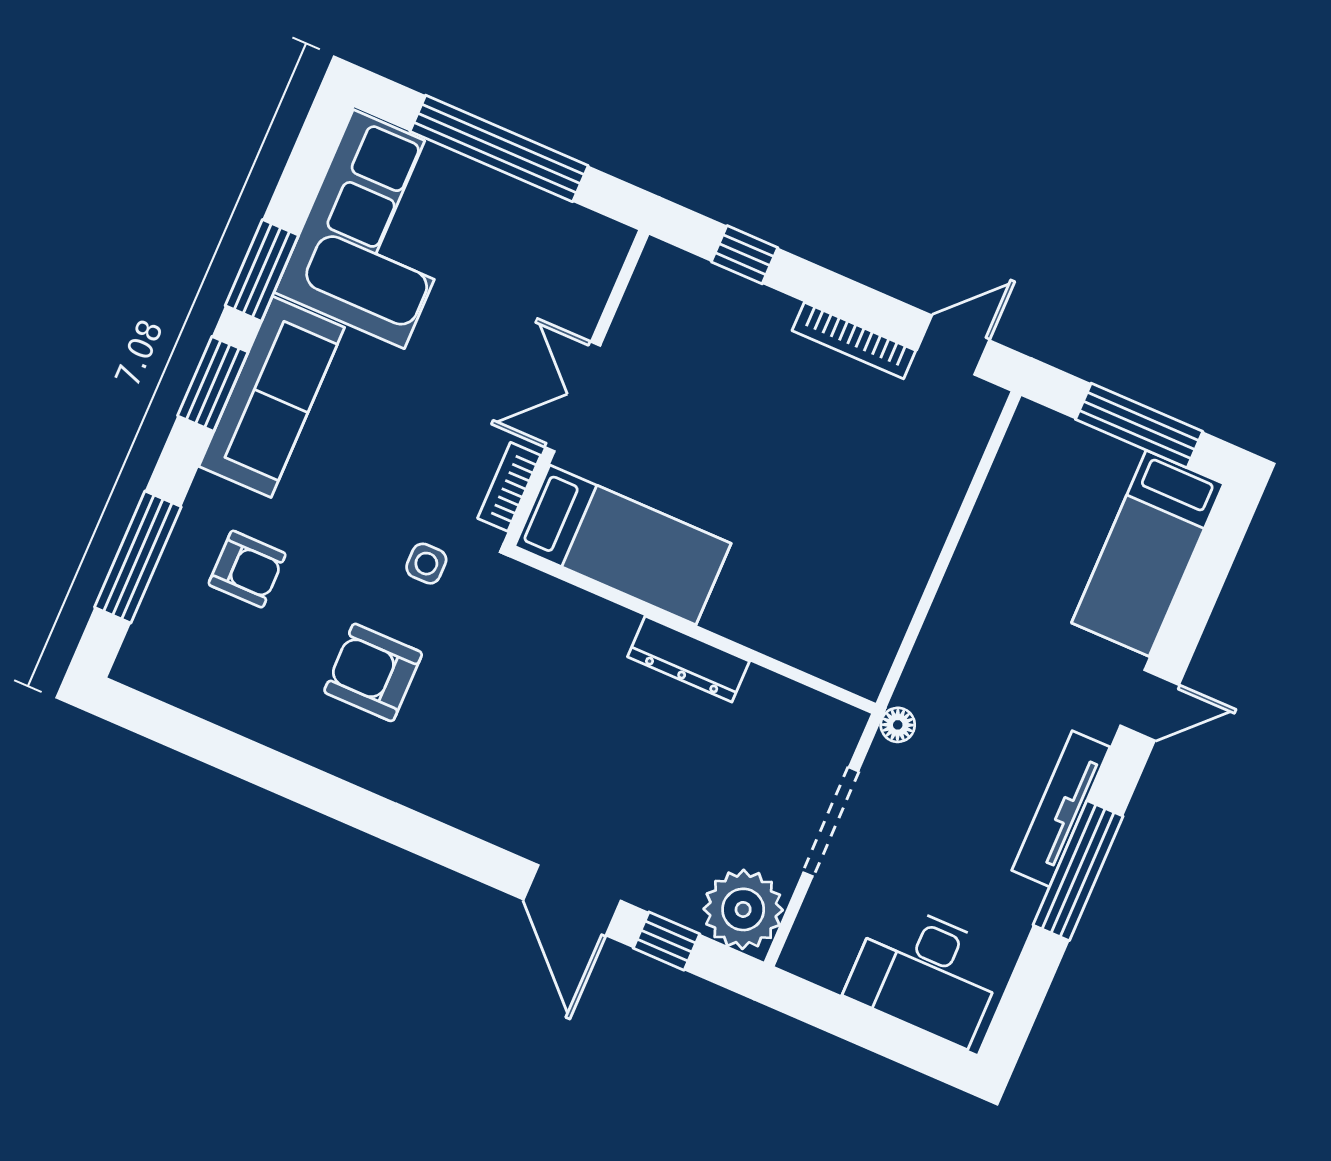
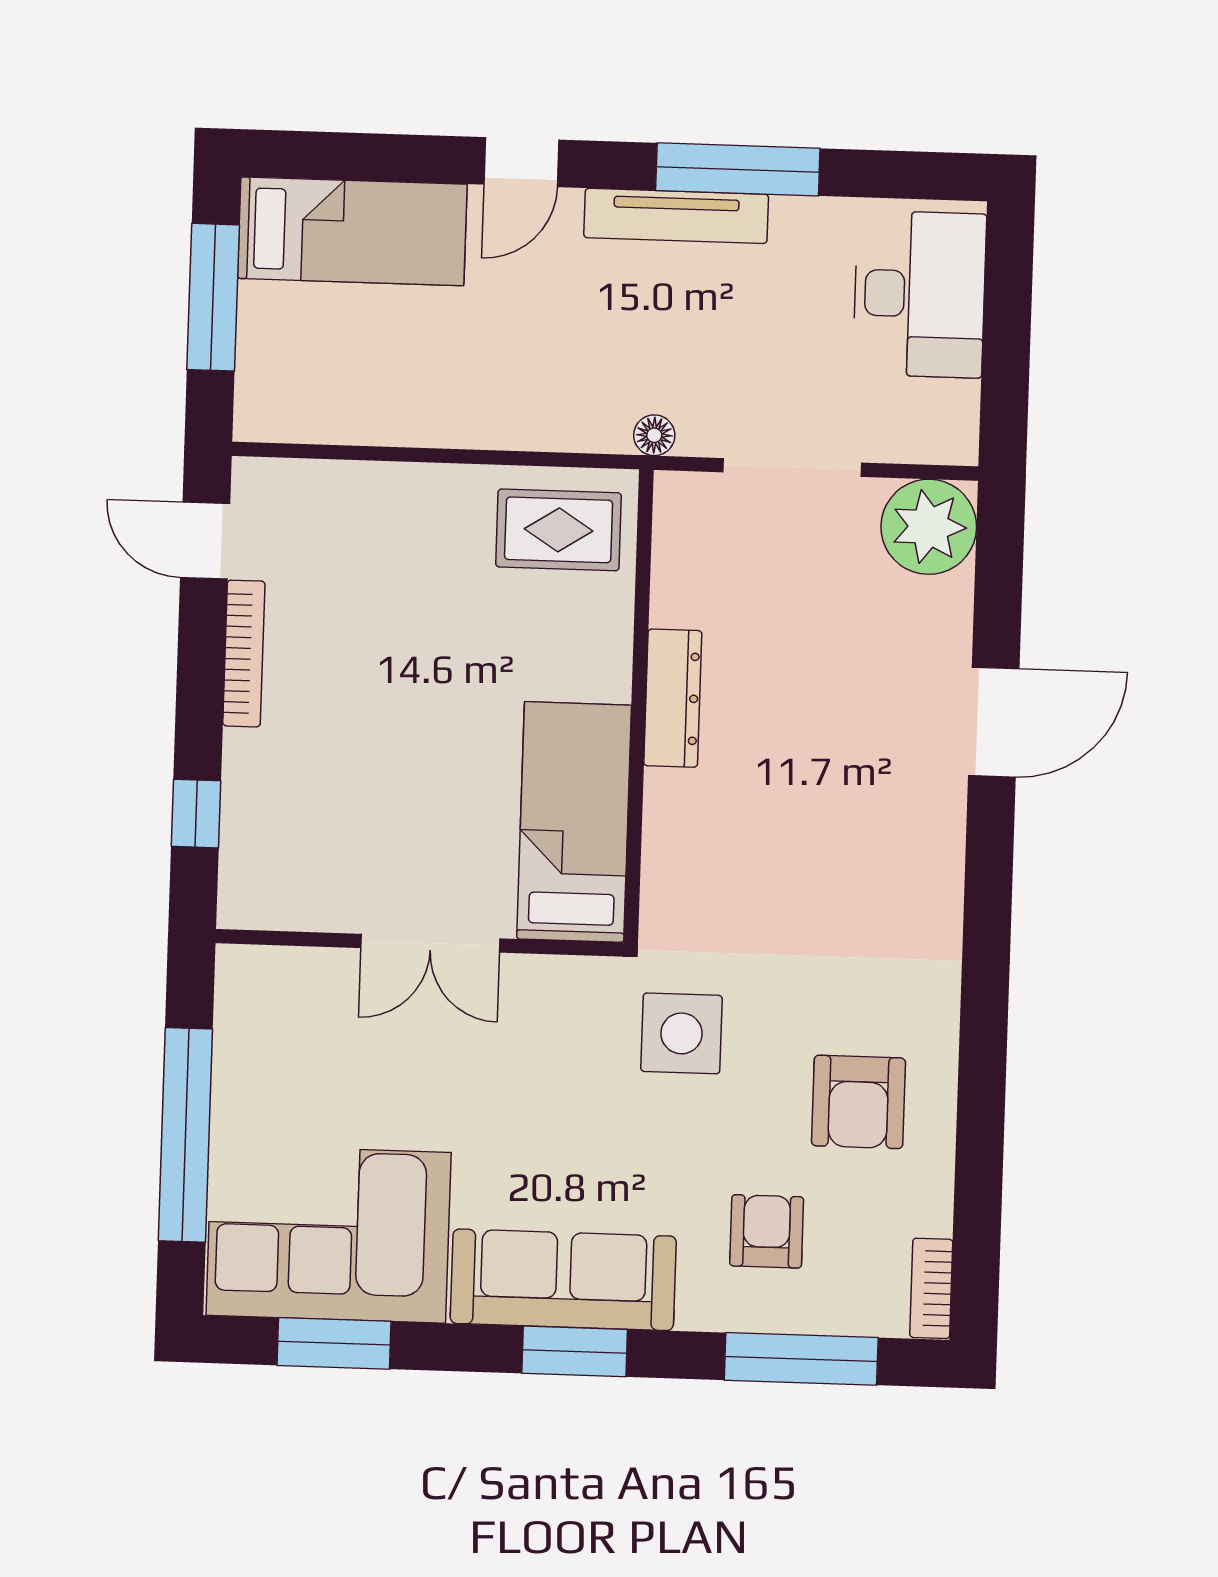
window: (262, 270) -> (334, 1343), moved
bookcase: (509, 487) -> (931, 1288), moved, turned 90
side table: (426, 564) -> (681, 1033), width x1.87, depth x1.87
rug: (854, 622) -> (559, 530), added
armchair: (373, 672) -> (858, 1102), moved
door: (1150, 705) -> (521, 162), swing flipped
window: (666, 941) -> (998, 599), removed

